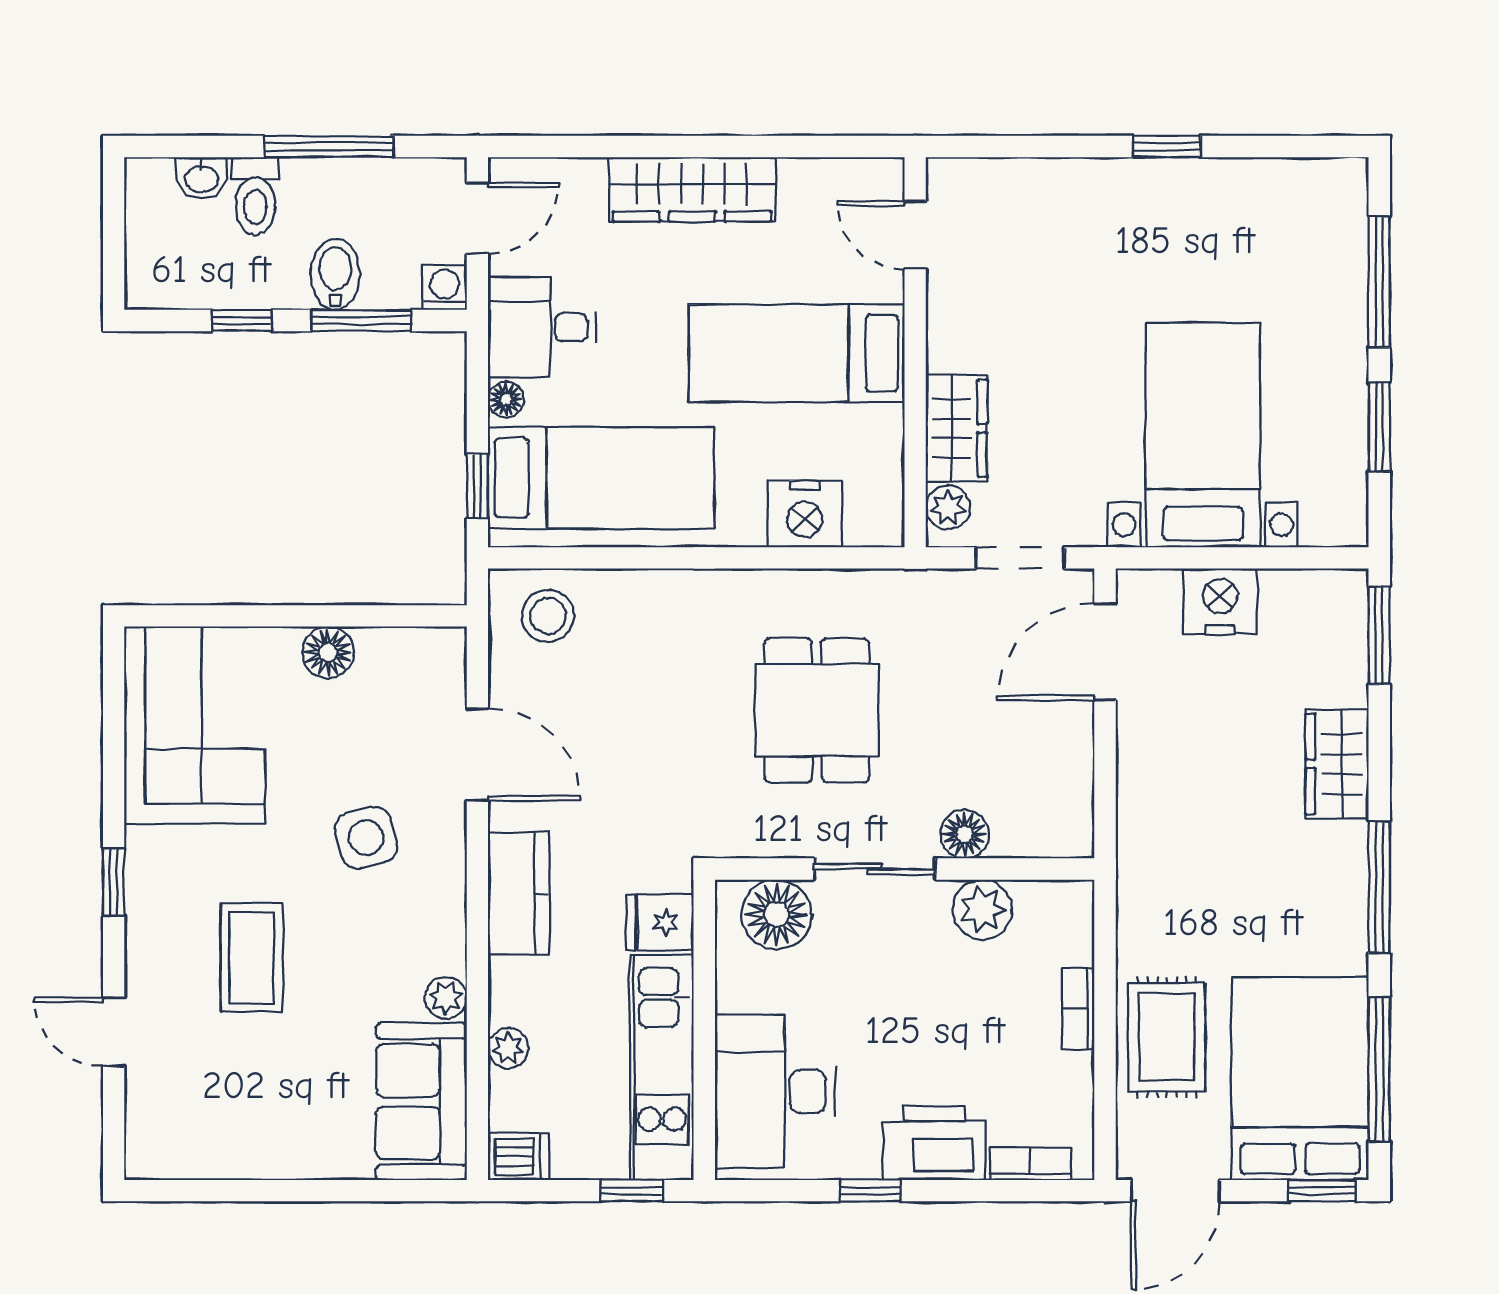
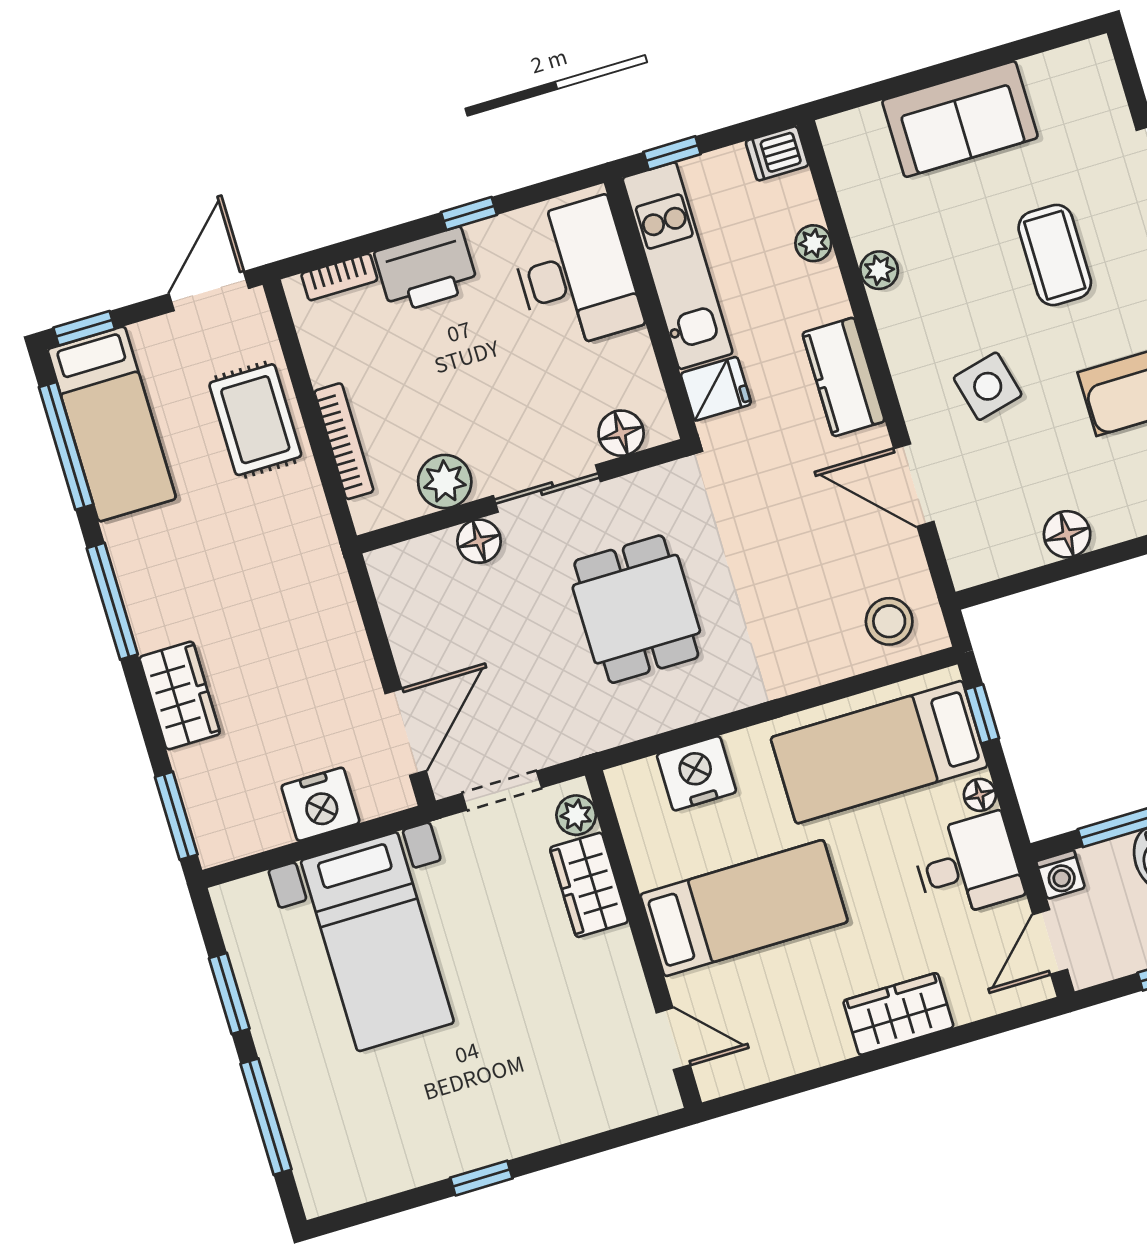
wardrobe: (692, 189) -> (898, 1014), width x0.67
floor lamp: (777, 914) -> (621, 433), width x0.73, depth x0.73
bookcase: (1078, 1008) -> (344, 441), width x1.56
bed: (1300, 1079) -> (112, 424), width x0.67
sofa: (421, 1102) -> (960, 119), moved, turned 90

